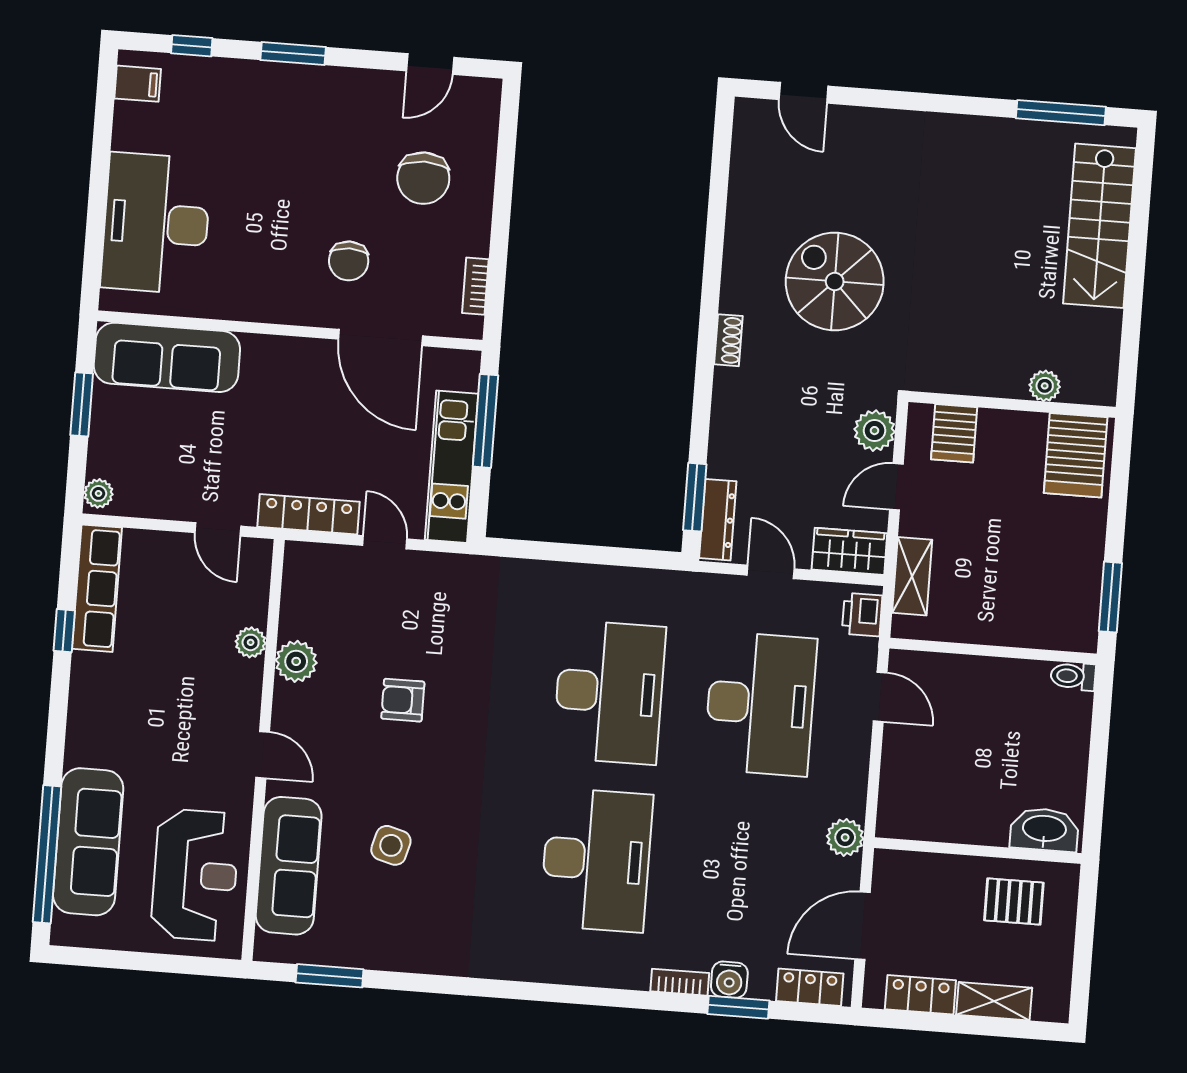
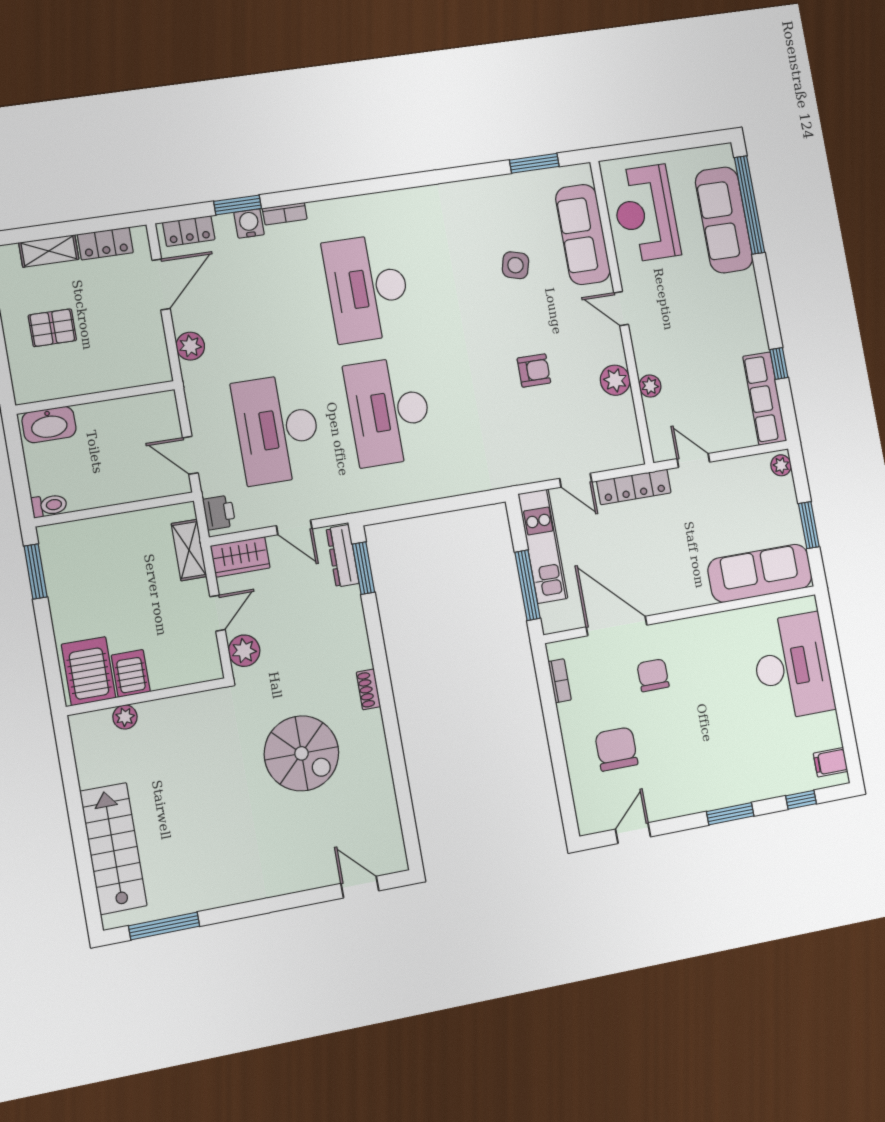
server rack: (954, 433) -> (131, 673), moved
washbasin: (1044, 830) -> (49, 425), moved
wall: (978, 851) -> (95, 397), moved

